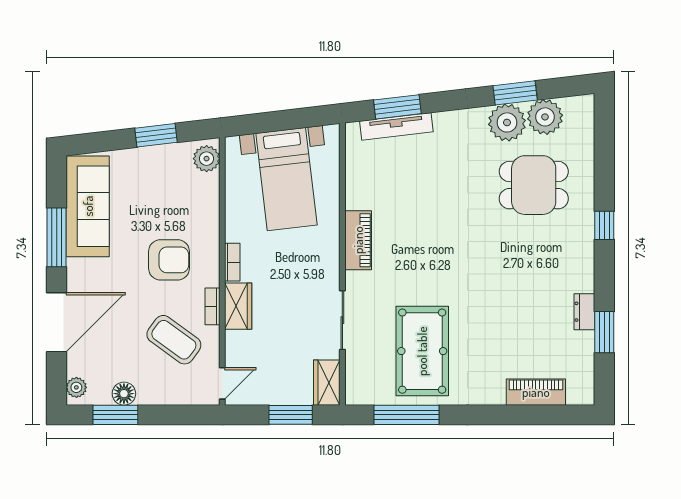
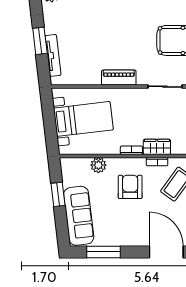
window: (397, 107) -> (40, 41), moved
plant: (207, 159) -> (98, 165), moved
sofa: (88, 206) -> (79, 216), moved, turned 83
window: (57, 237) -> (104, 252), moved

